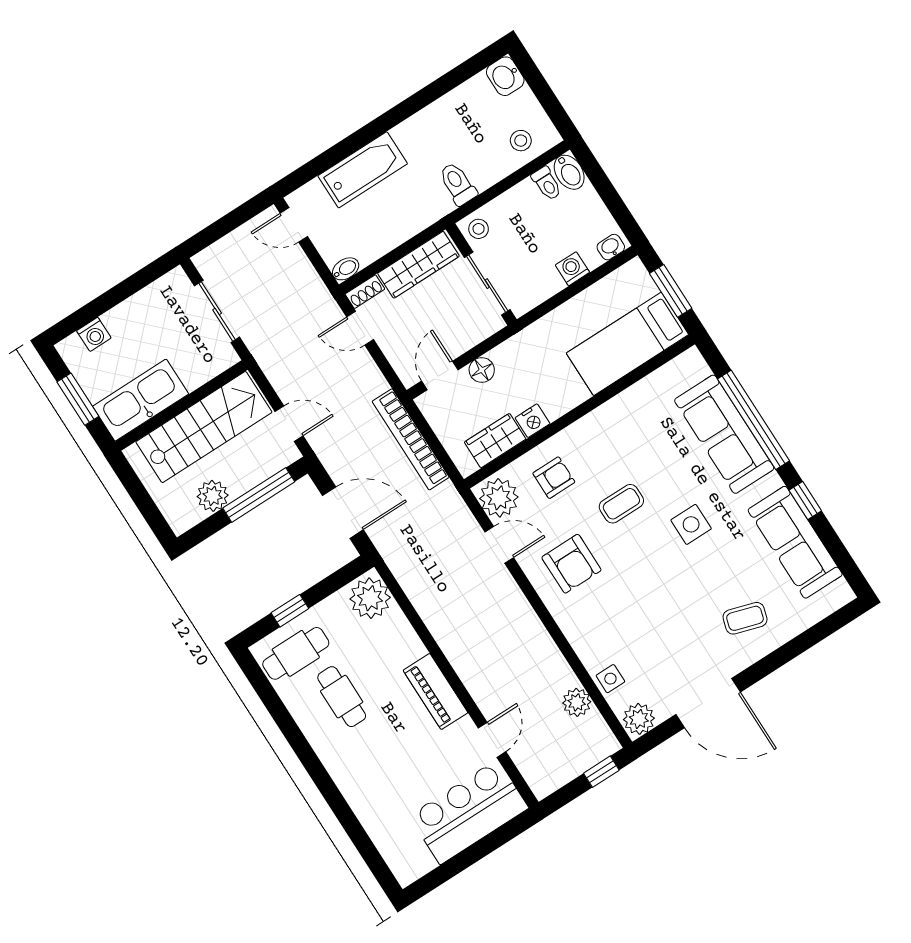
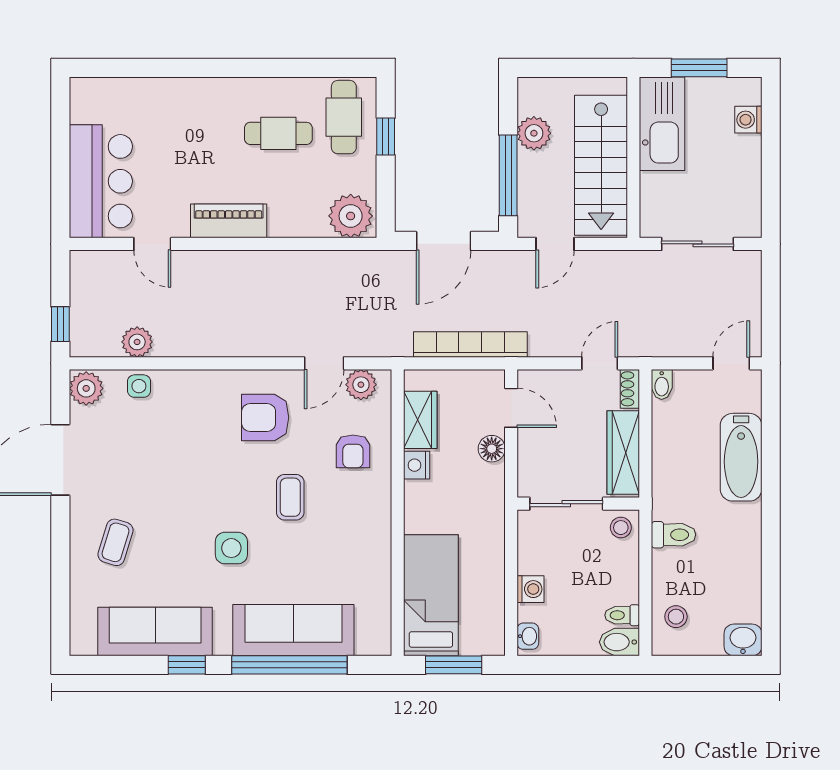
plant: (499, 498) -> (361, 385), width x0.73, depth x0.73

